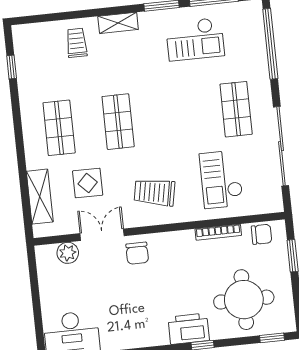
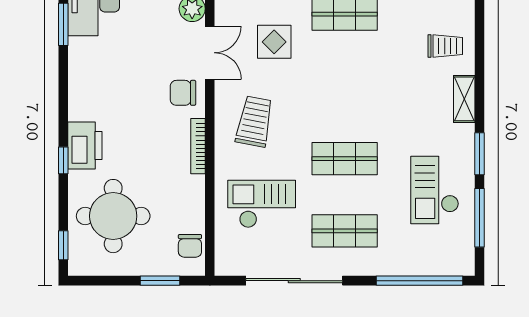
shop shelf: (118, 122) -> (345, 159), moved
bookcase: (218, 232) -> (198, 146), moved

